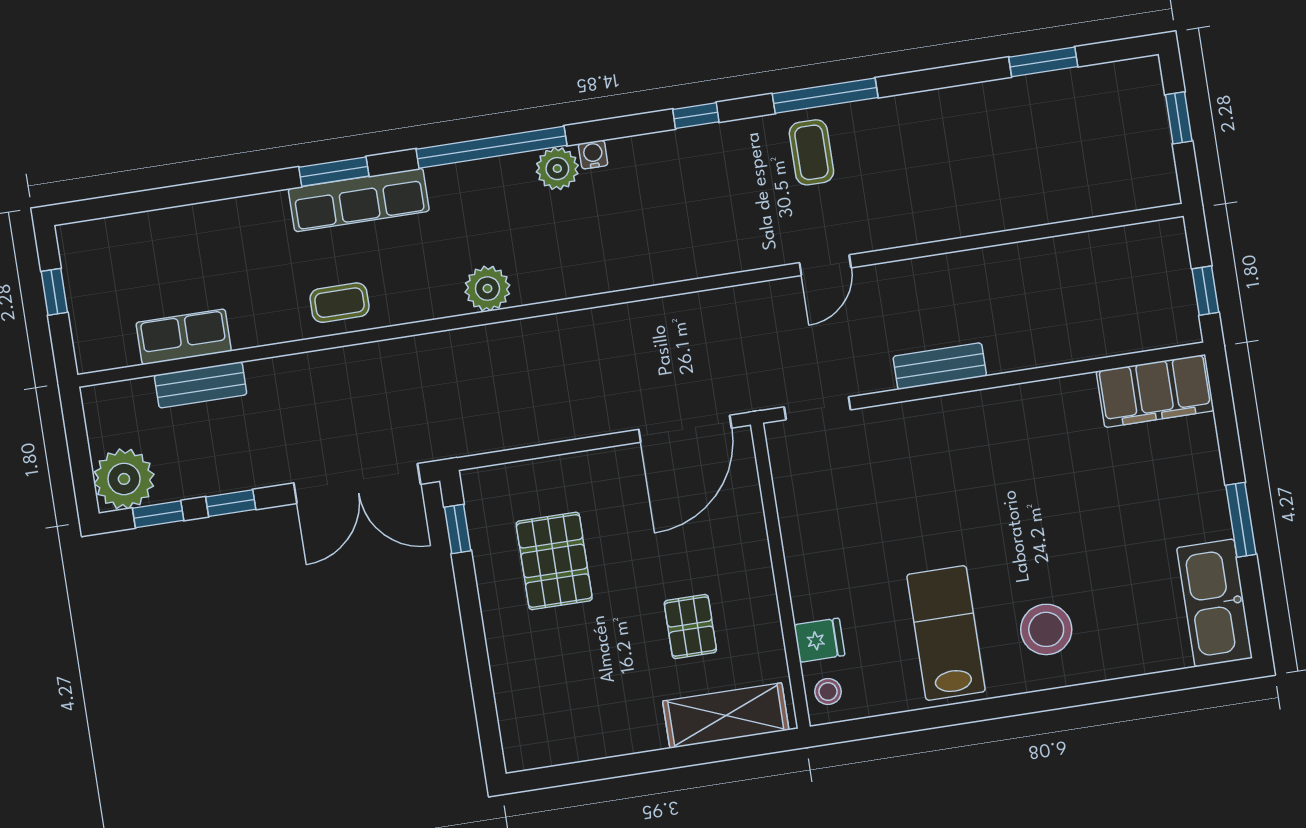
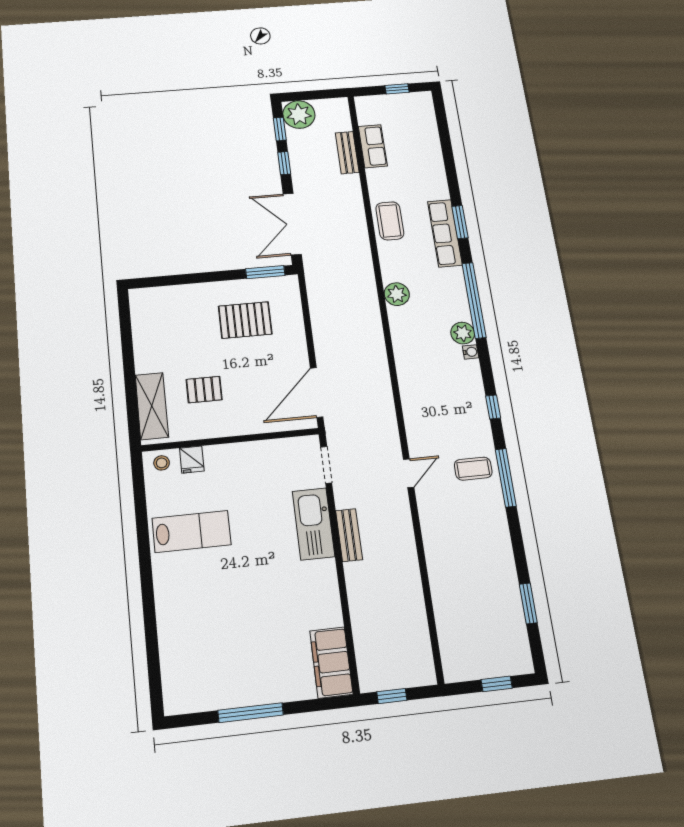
door: (825, 265) -> (409, 473), swing flipped
coffee table: (340, 303) -> (390, 221), width x1.36, depth x1.30
door: (685, 429) -> (317, 392), hinge flipped
window: (1241, 520) -> (251, 713), width x1.44
window: (458, 529) -> (265, 272), width x1.50
kitchen sink: (1215, 603) -> (313, 524), moved, turned -90
stool: (1046, 629) -> (190, 590), removed

